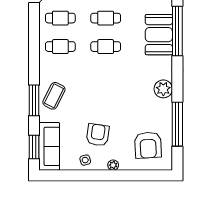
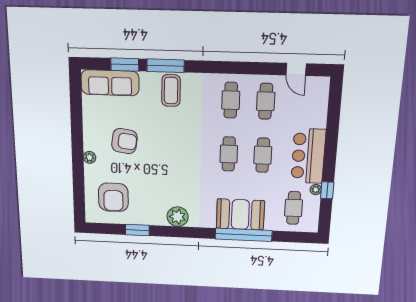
coffee table: (54, 96) -> (171, 91), turned 63
window: (177, 124) -> (137, 230), width x0.47
armchair: (148, 145) -> (113, 197), turned -87
window: (34, 147) -> (125, 65), moved
side table: (85, 160) -> (95, 125), removed

